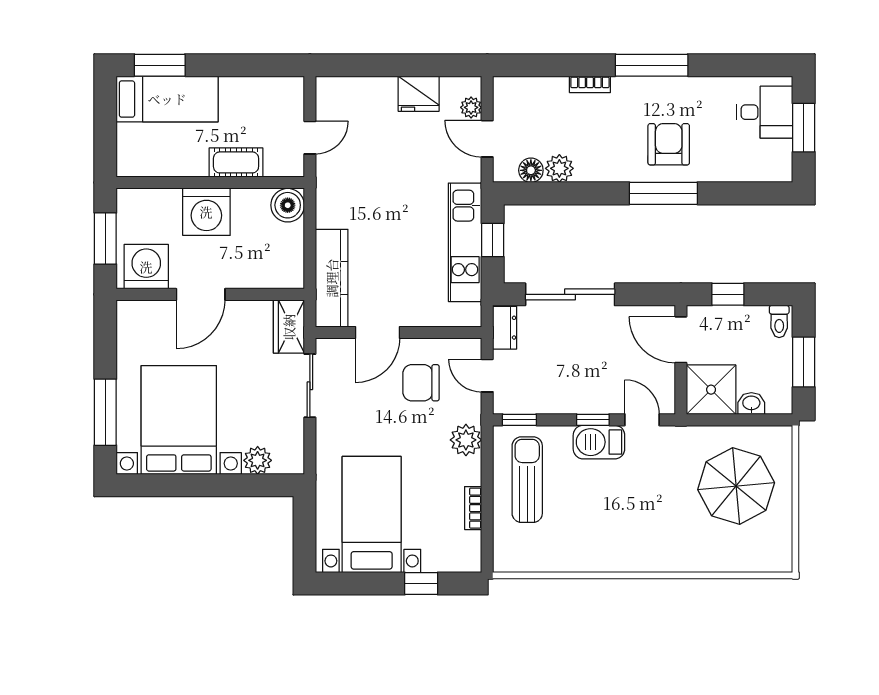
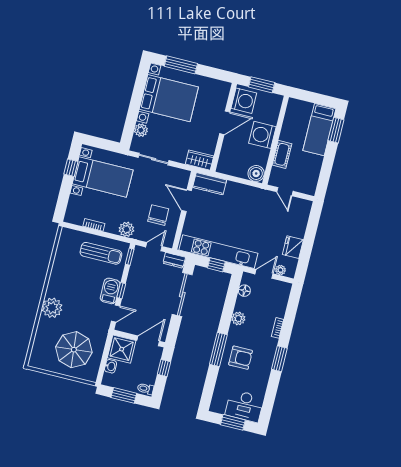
window: (652, 65) -> (279, 359), width x0.69
desk: (765, 112) -> (244, 406), width x1.37
plant: (559, 168) -> (238, 319), moved
kitchen unit: (465, 242) -> (218, 252), width x1.36
kitchen counter: (332, 278) -> (210, 184), width x0.67
door: (201, 294) -> (225, 123), swing flipped
sliding door: (310, 386) -> (154, 159), moved
plant: (662, 551) -> (52, 308), added
window: (421, 583) -> (71, 168), moved

